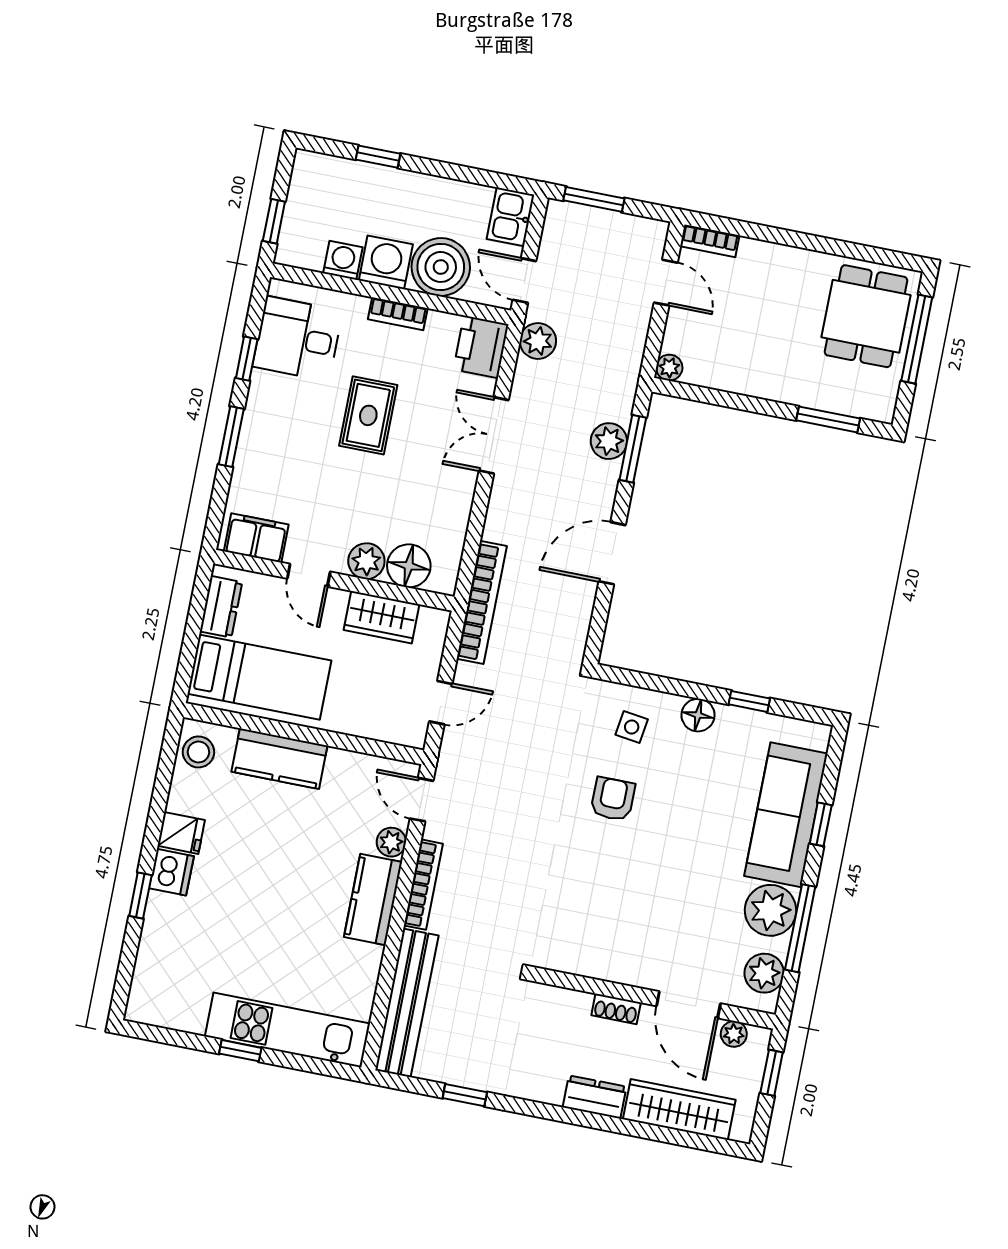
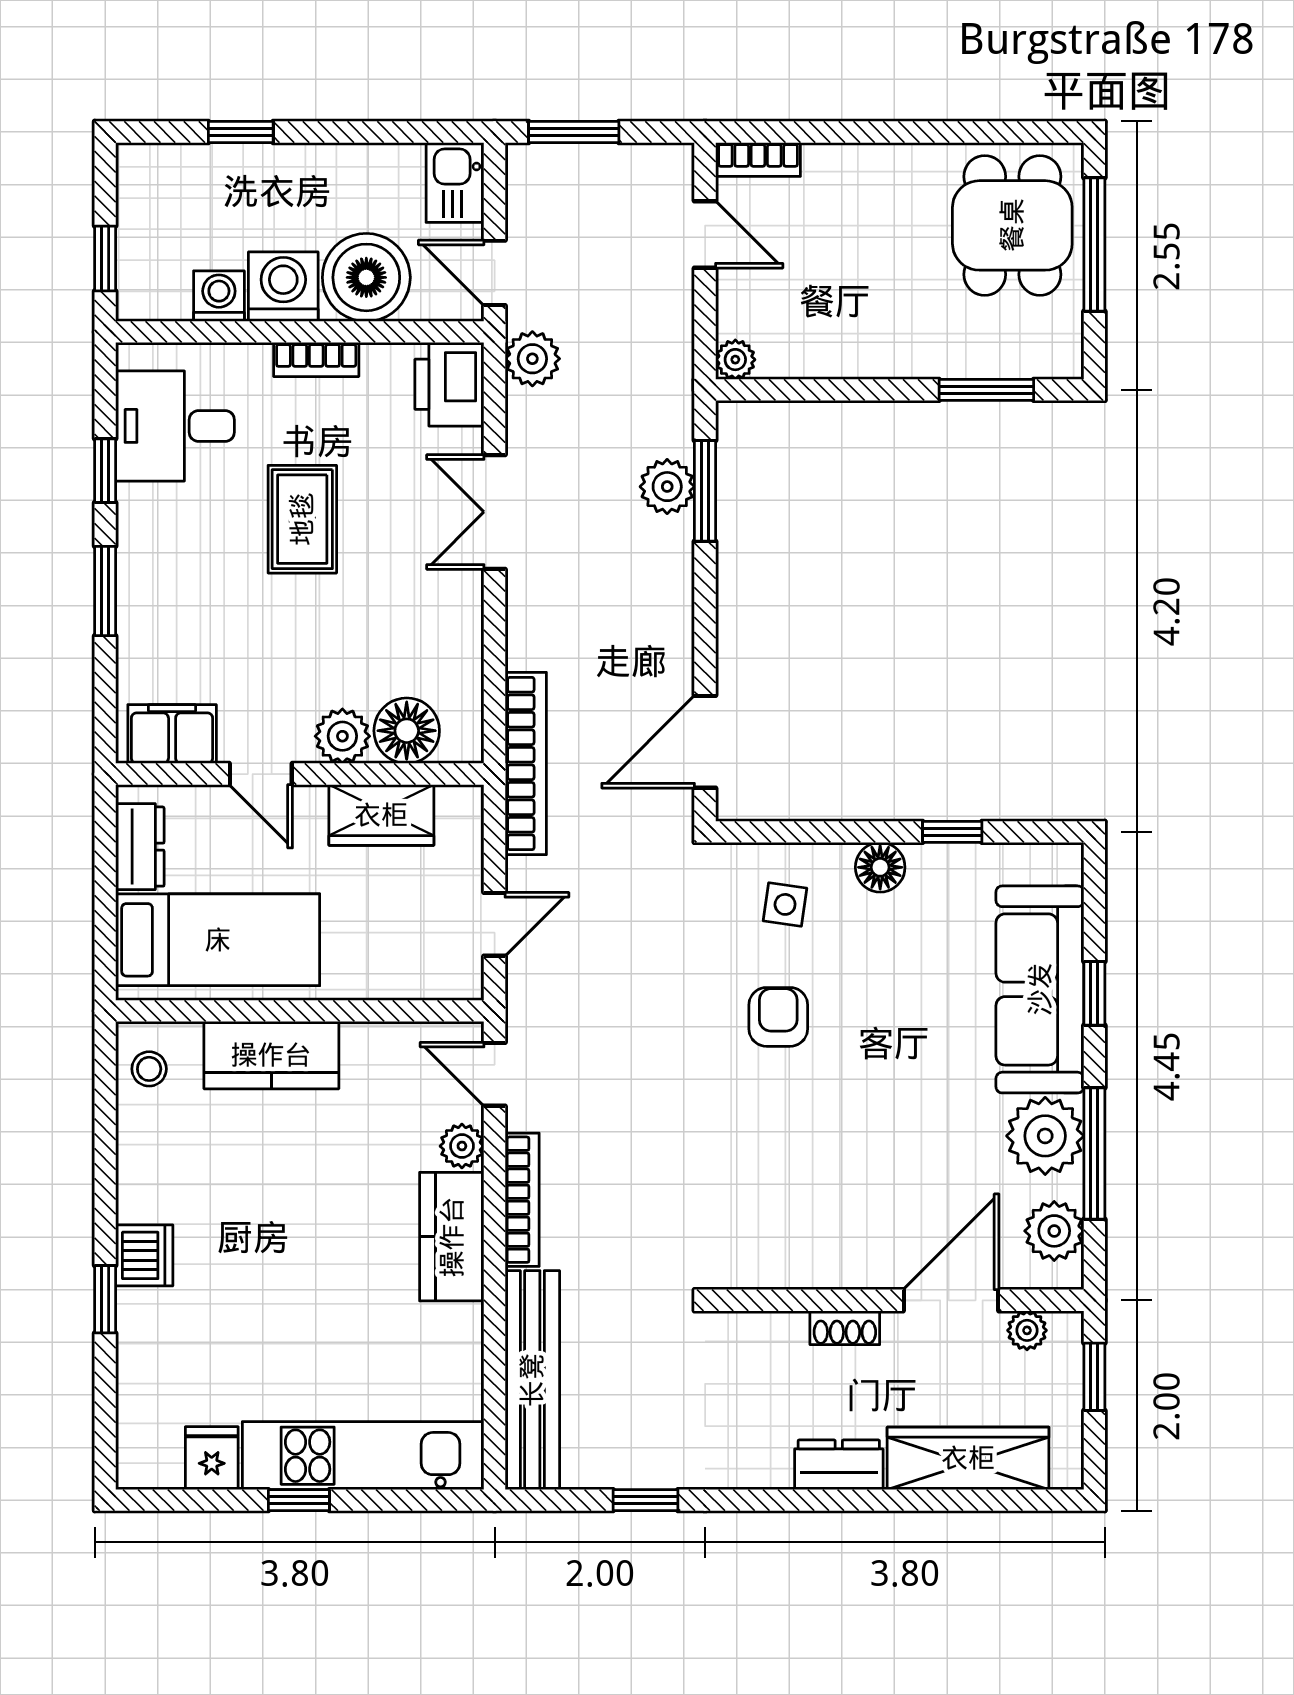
door: (612, 553) -> (705, 742), moved
stool: (198, 752) -> (149, 1069), width x0.73, depth x0.73
fridge: (181, 833) -> (212, 1458), moved, turned -90
door: (688, 1005) -> (951, 1300), swing flipped

